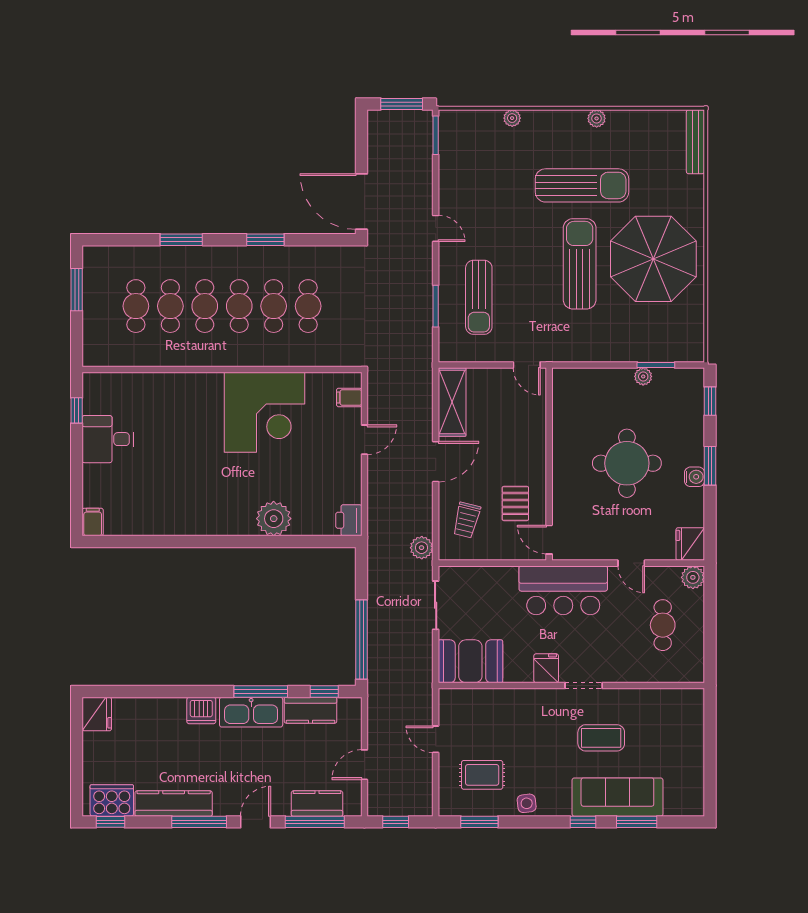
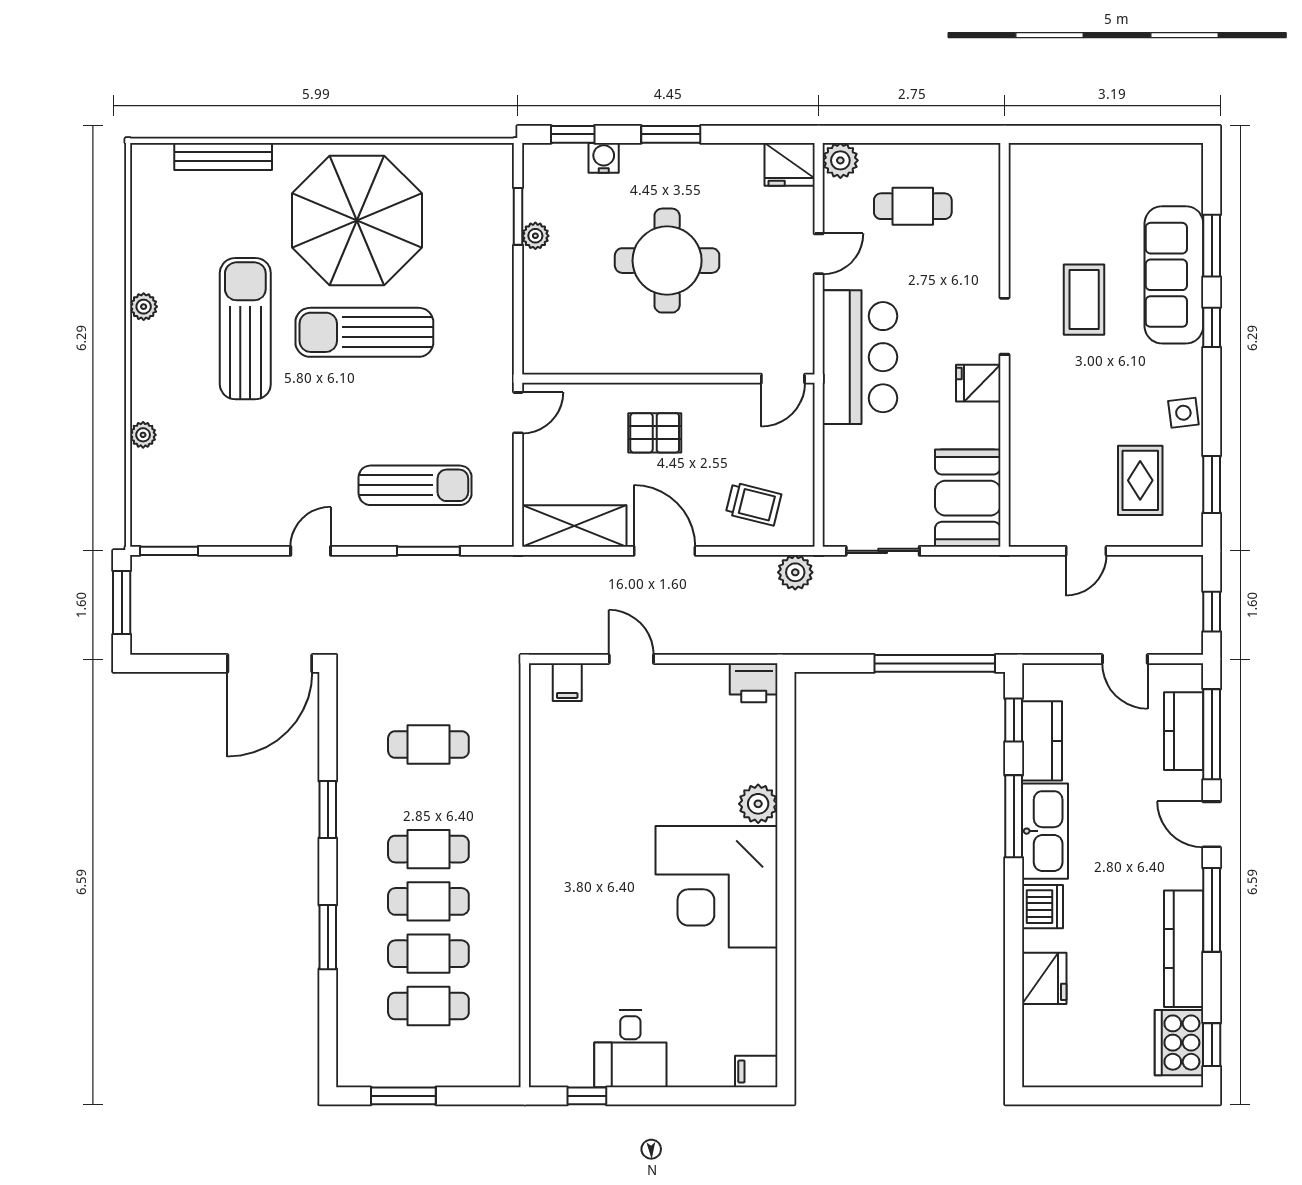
bench: (695, 142) -> (223, 156), moved
cafe table: (274, 306) -> (428, 797), removed
corner desk: (264, 412) -> (717, 887), moved, turned 180
water cooler: (695, 477) -> (604, 158), moved
pallet: (515, 503) -> (655, 433), moved
plant: (274, 519) -> (758, 804), width x0.73, depth x0.73
fridge: (97, 714) -> (1044, 978), moved, turned 90

